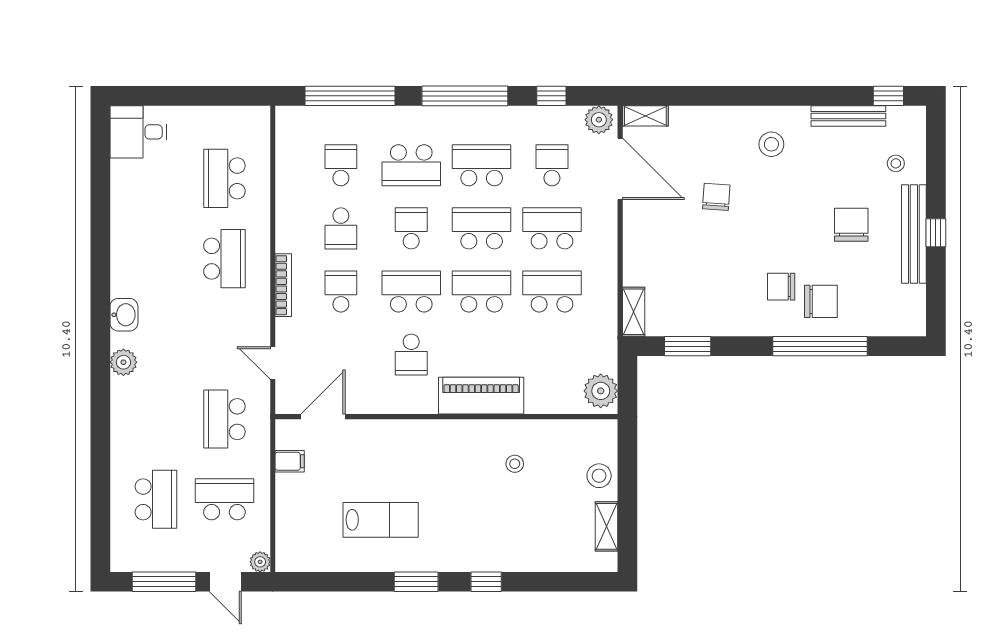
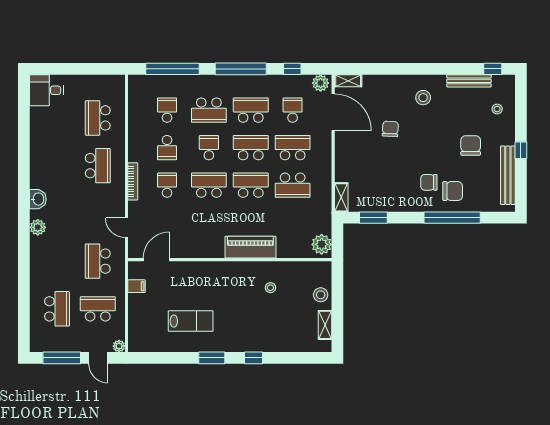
bench: (914, 234) -> (508, 175), moved
school desk: (552, 291) -> (293, 185), turned 180
school desk: (411, 355) -> (209, 223), removed

